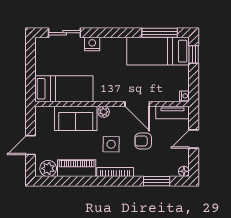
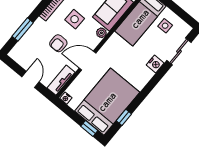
window: (160, 33) -> (124, 117), width x0.46
bed: (158, 51) -> (107, 102), width x1.50
side table: (53, 63) -> (165, 26), added
armchair: (143, 141) -> (58, 43), turned 180
floor lamp: (184, 171) -> (14, 54), removed

